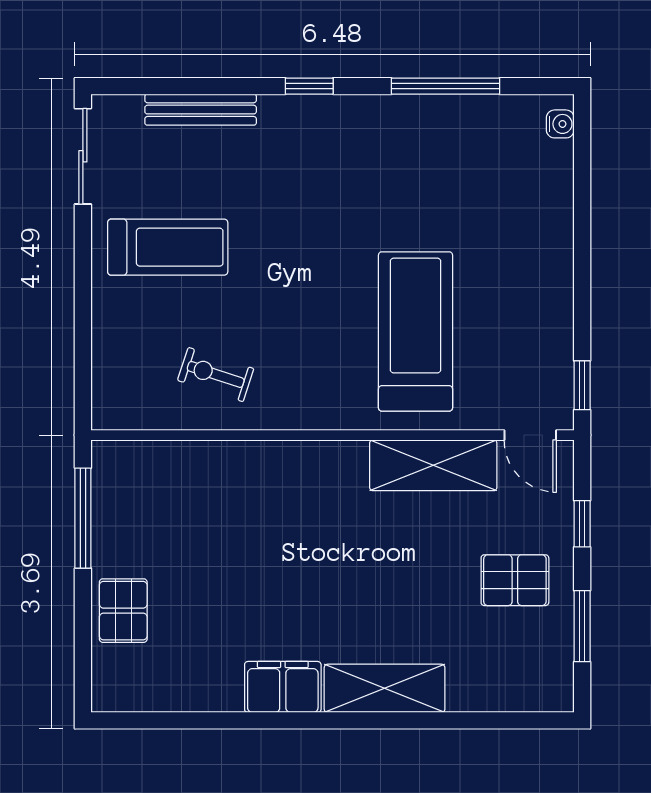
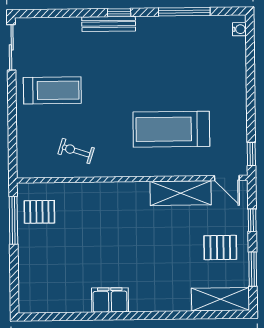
bench: (201, 110) -> (109, 24), moved
treadmill: (416, 331) -> (171, 129), turned -90
pallet: (123, 611) -> (39, 212), moved, turned 90
shelving: (385, 688) -> (220, 299), moved

